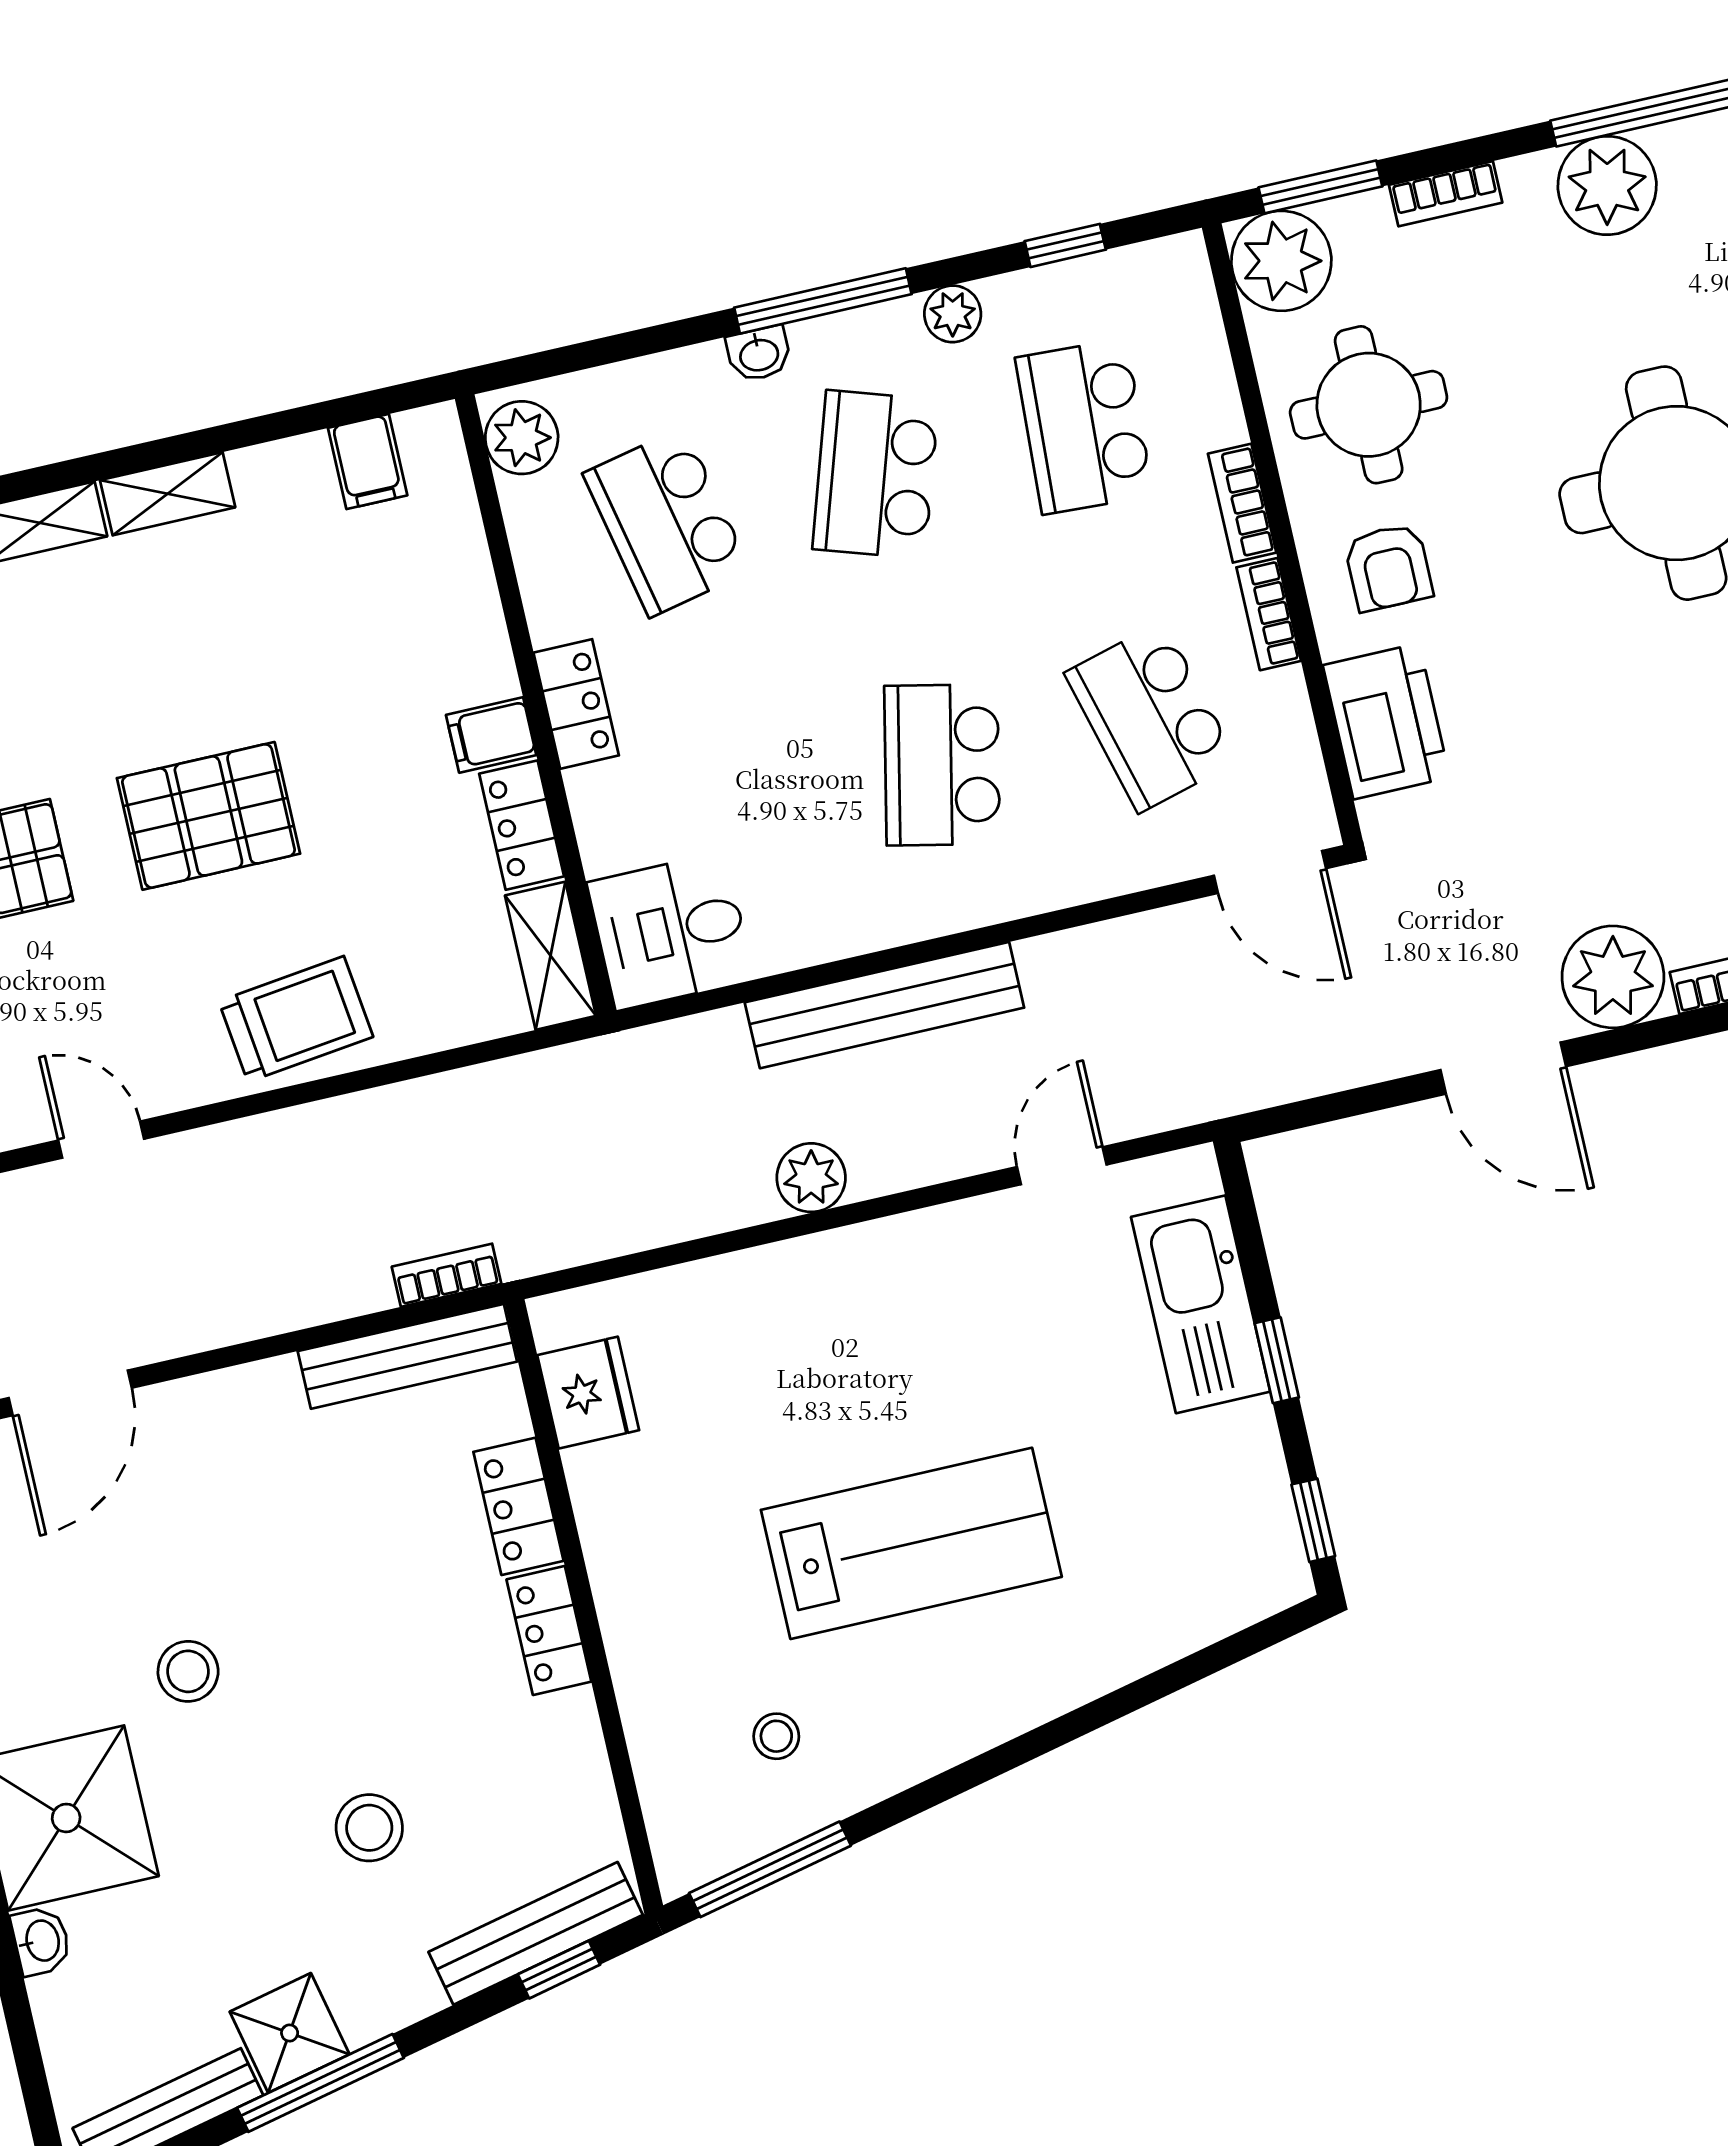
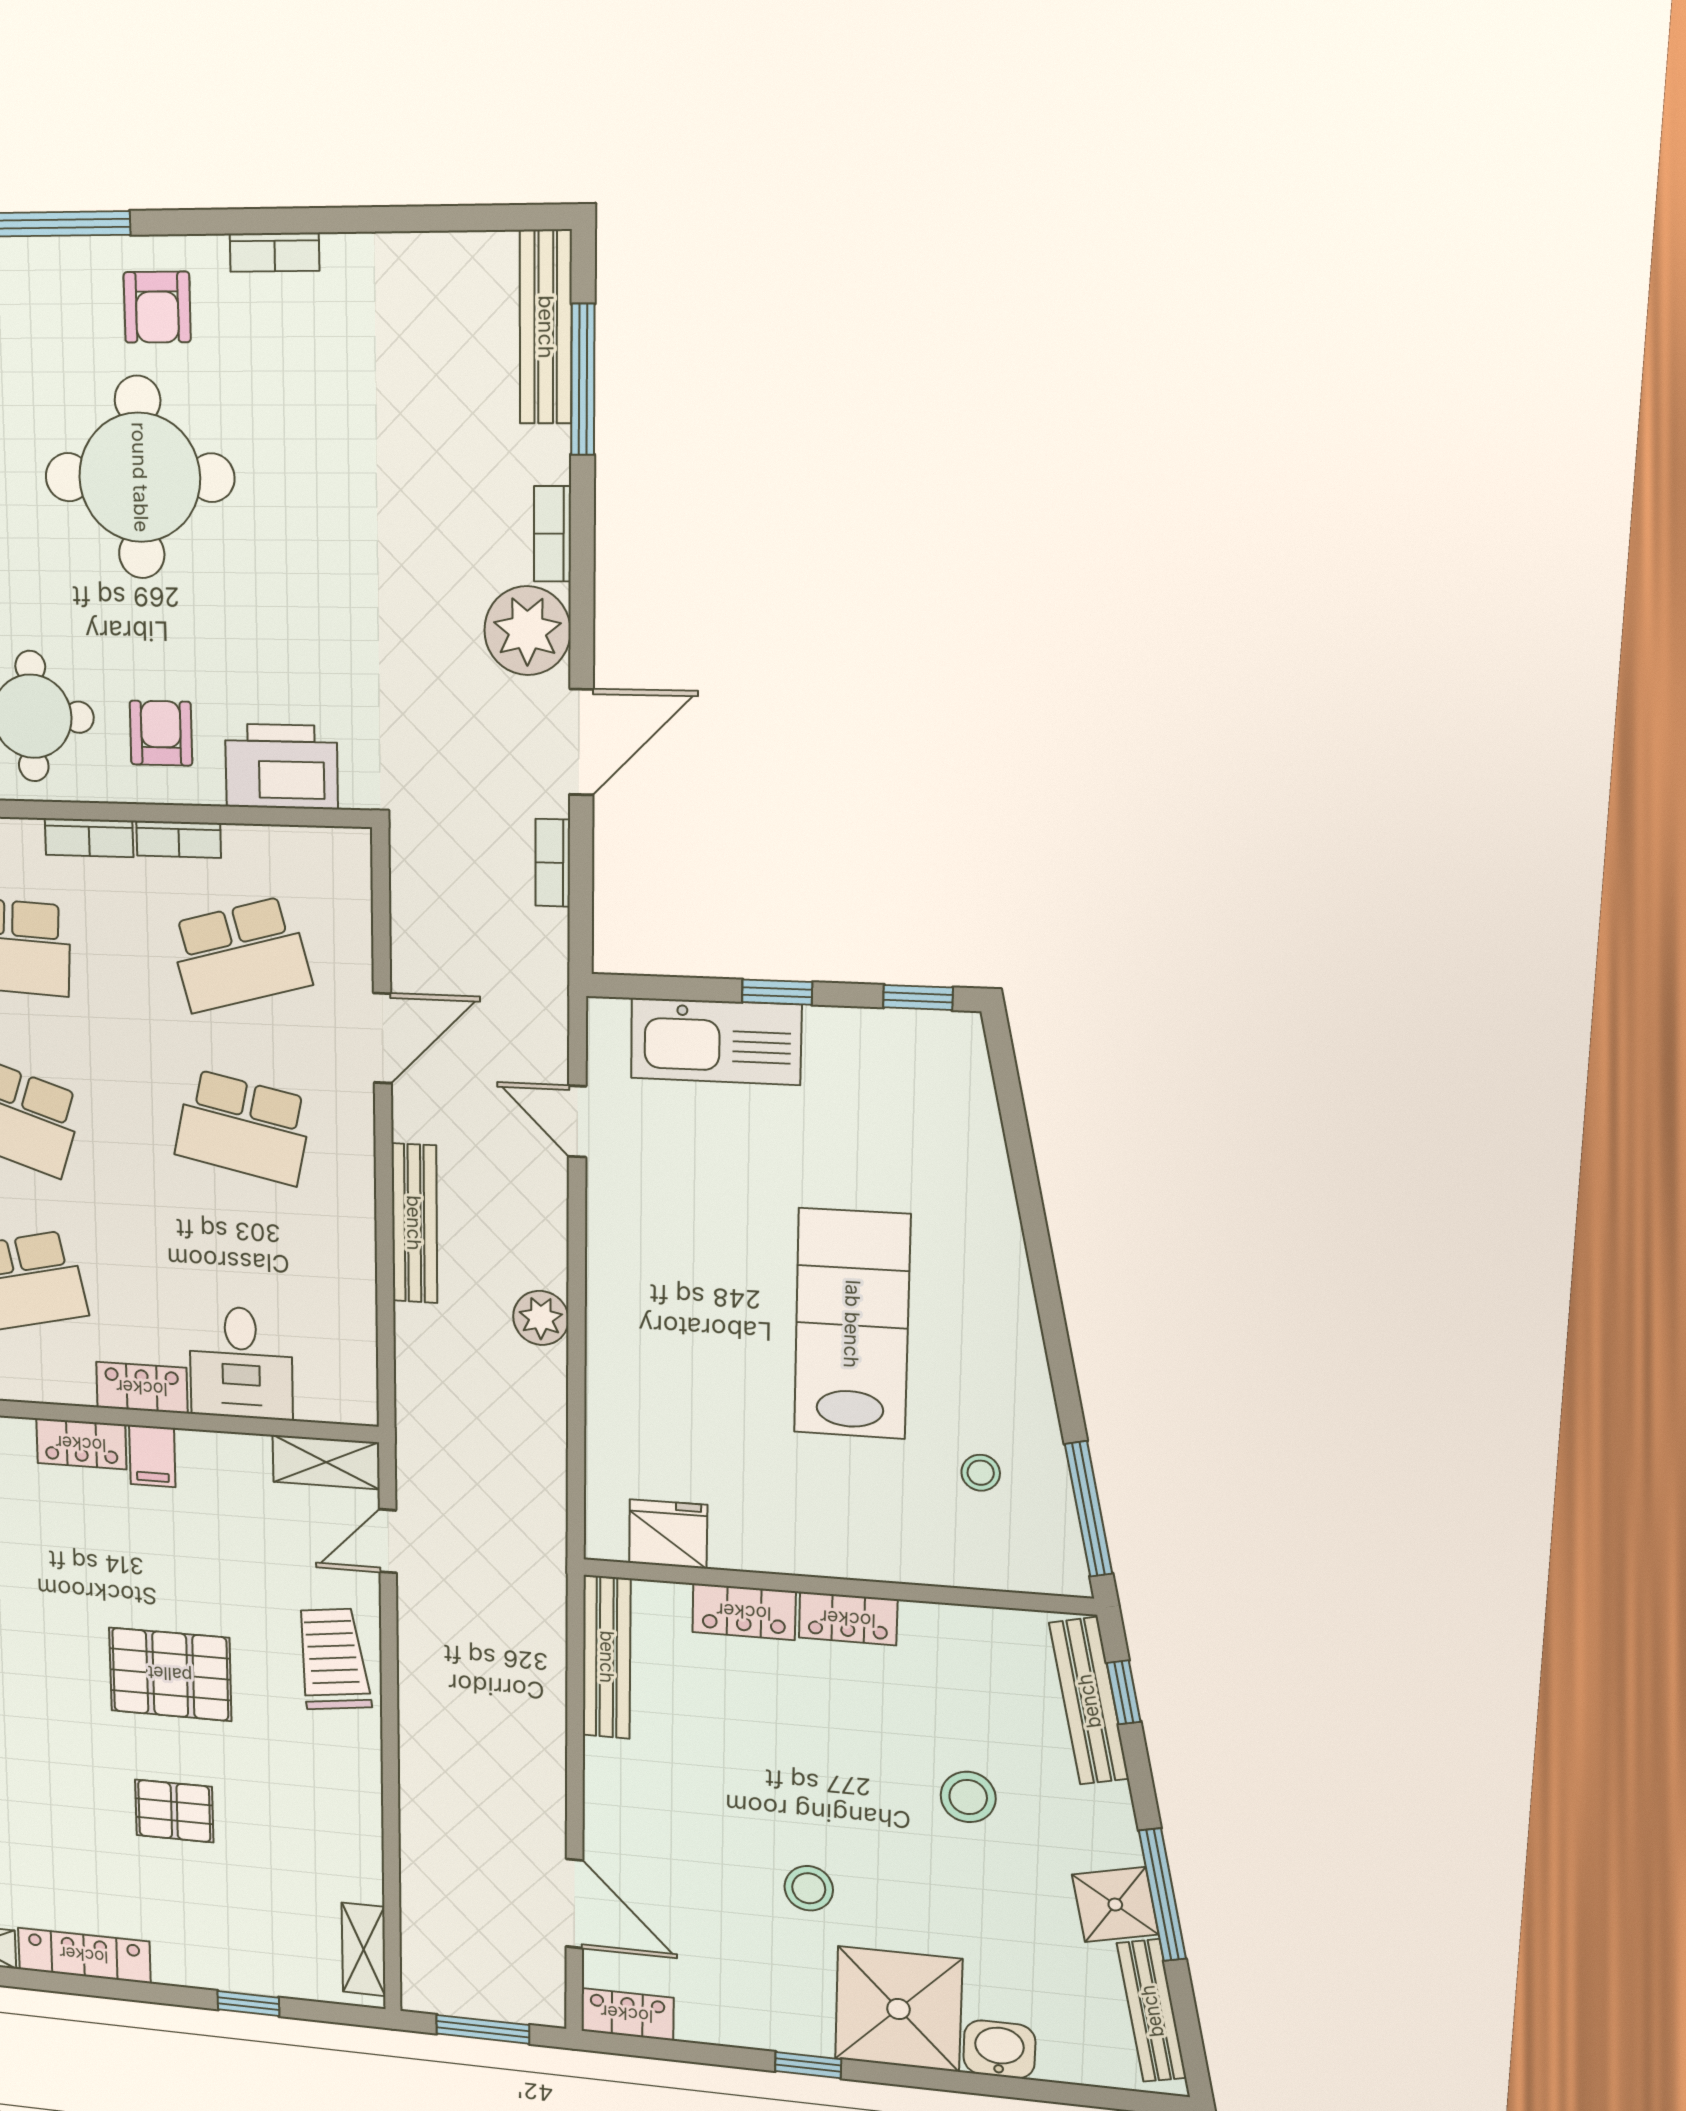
armchair: (1388, 567) -> (161, 733), turned -90
pallet: (208, 816) -> (170, 1674), turned 90
locker: (522, 825) -> (81, 1444), moved
door: (1270, 872) -> (382, 1038), moved
desk: (671, 931) -> (241, 1363), moved
bench: (884, 1005) -> (414, 1223), width x0.73, depth x0.82
door: (101, 1140) -> (388, 1541), moved
bookcase: (447, 1275) -> (553, 863), moved
washbasin: (41, 1941) -> (999, 2049), width x1.38, depth x1.45

